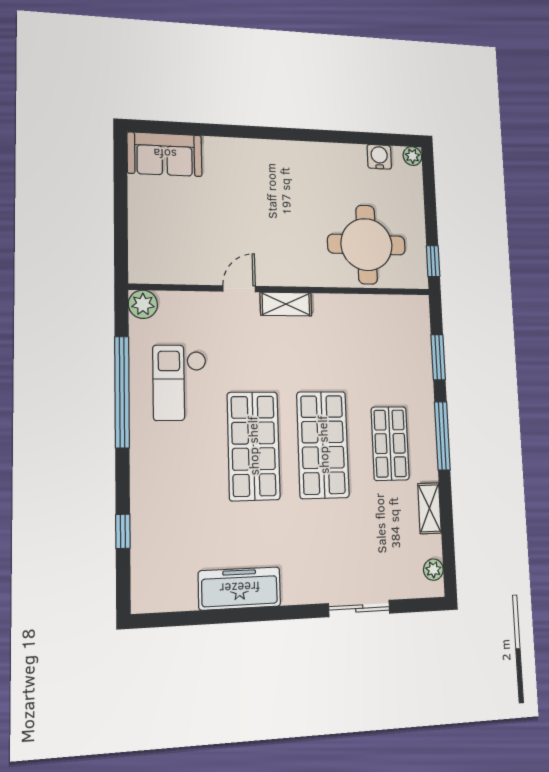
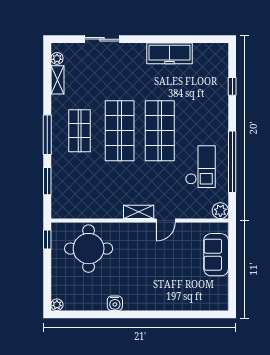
sofa: (165, 154) -> (216, 255), moved, turned -90
water cooler: (379, 157) -> (115, 303), moved
shelving: (429, 508) -> (57, 80), moved

